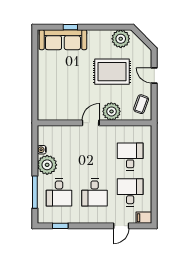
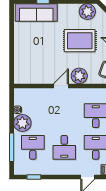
desk: (59, 192) -> (33, 147), turned 180

